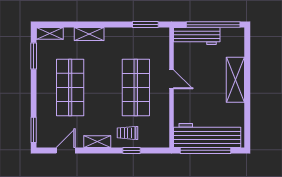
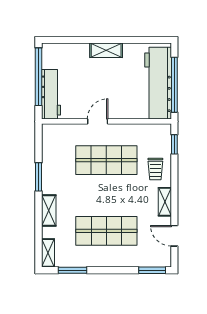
window: (145, 25) -> (39, 177), moved
shelving: (235, 80) -> (106, 50), width x0.67, depth x0.75
window: (131, 150) -> (174, 144), moved

